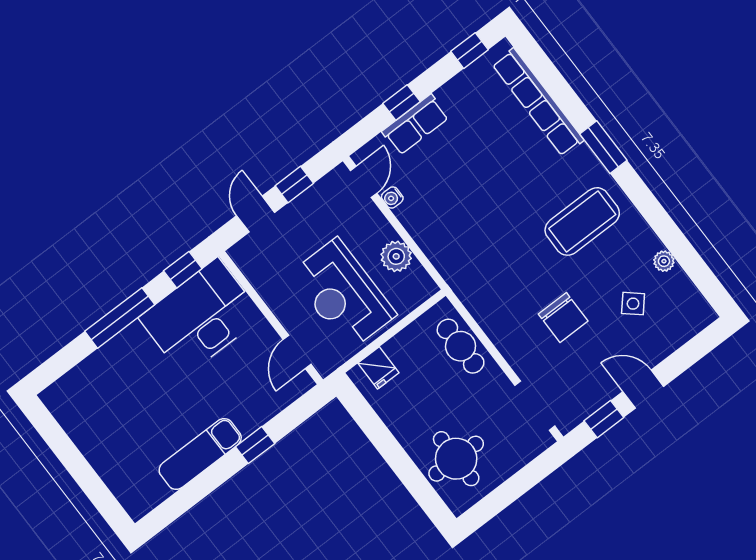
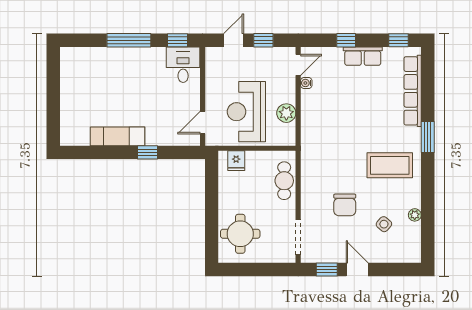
row of seats: (415, 125) -> (363, 56), moved
desk: (201, 317) -> (183, 65), width x0.53, depth x0.77

